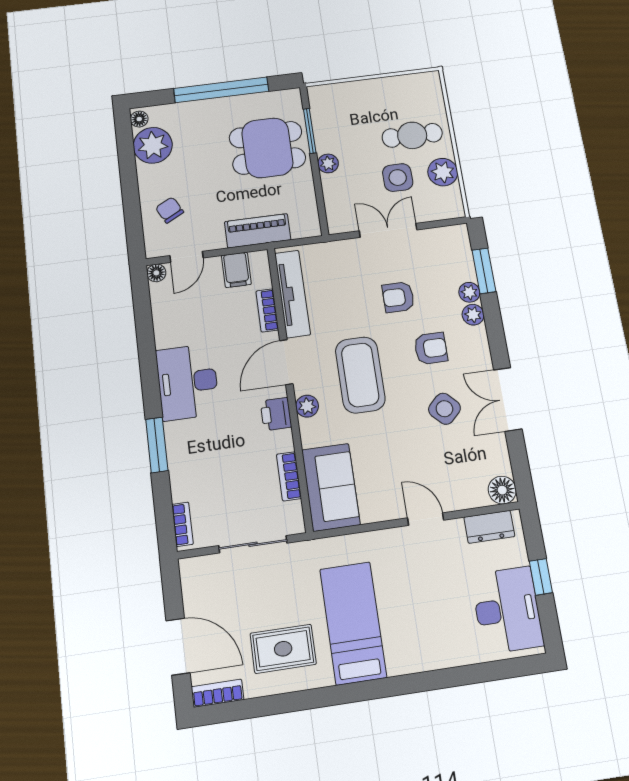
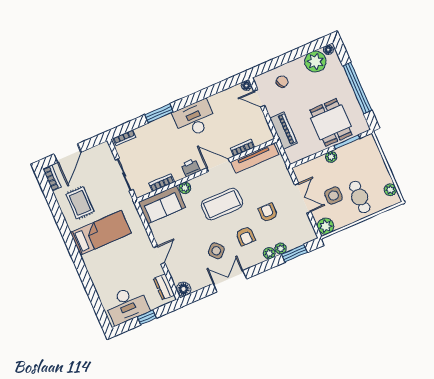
plant: (413, 83) -> (390, 190), added
plant: (443, 172) -> (326, 226), moved
filing cabinet: (236, 270) -> (259, 126), removed
plant: (307, 406) -> (185, 188), moved

